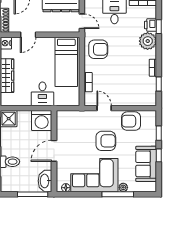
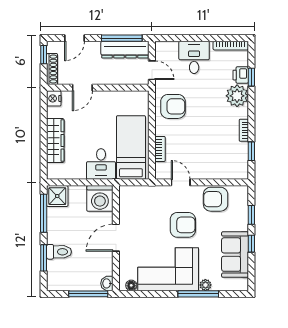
bed: (66, 62) -> (131, 147), moved, turned 180
washbasin: (45, 181) -> (107, 283), width x0.52, depth x0.69

